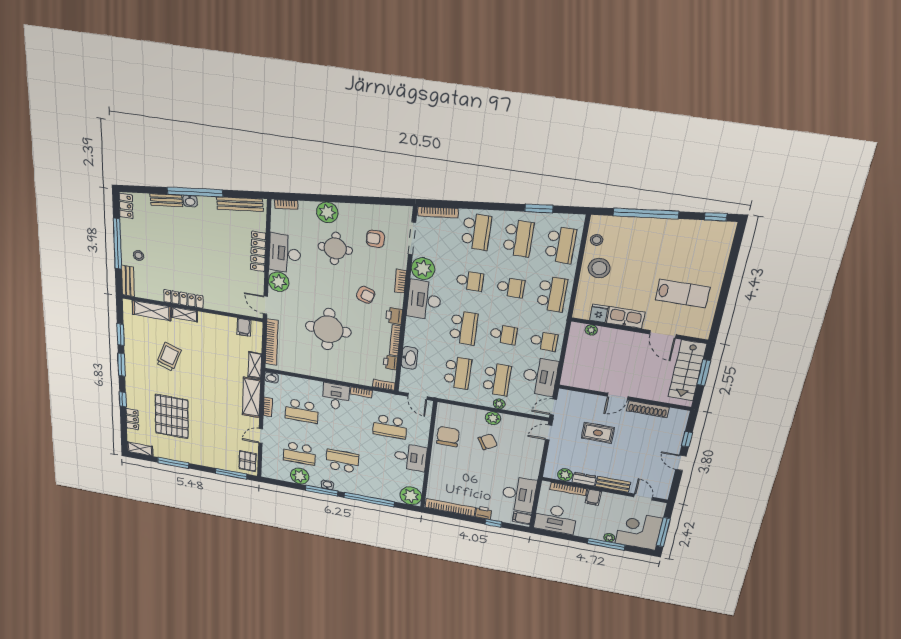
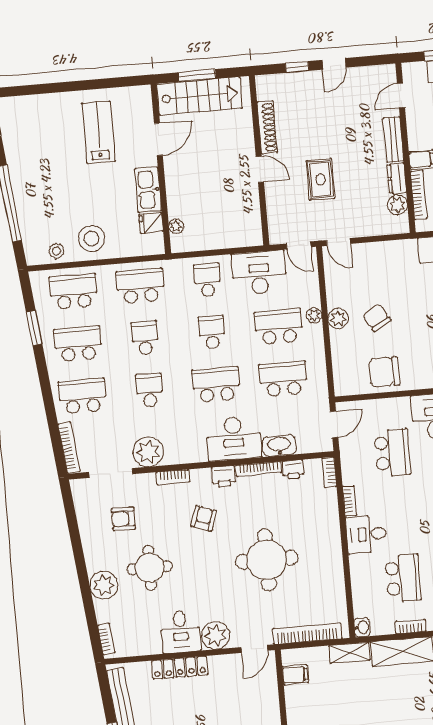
armchair: (375, 239) -> (123, 519), turned 90
desk: (285, 253) -> (180, 632), width x0.73
desk: (424, 300) -> (234, 438), moved

